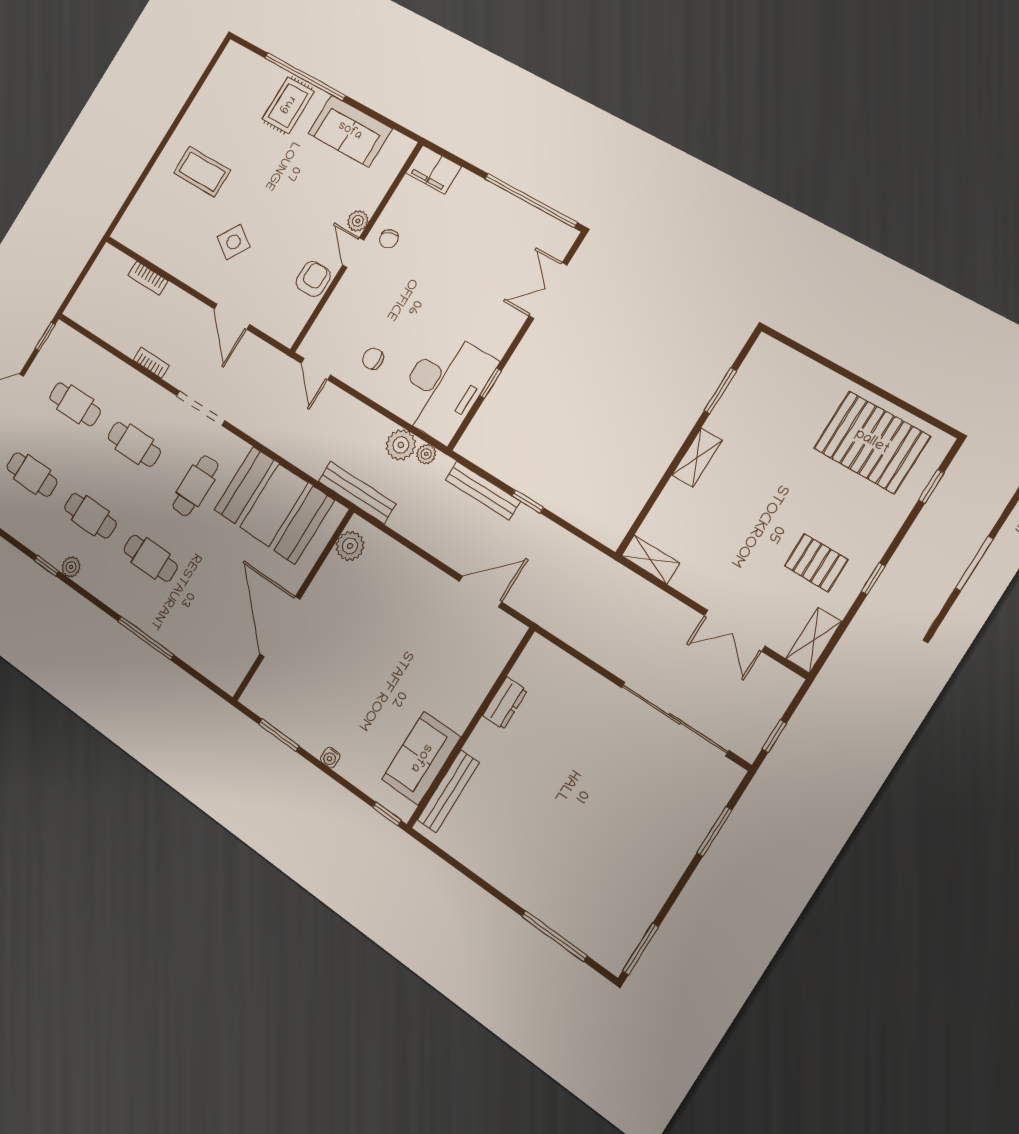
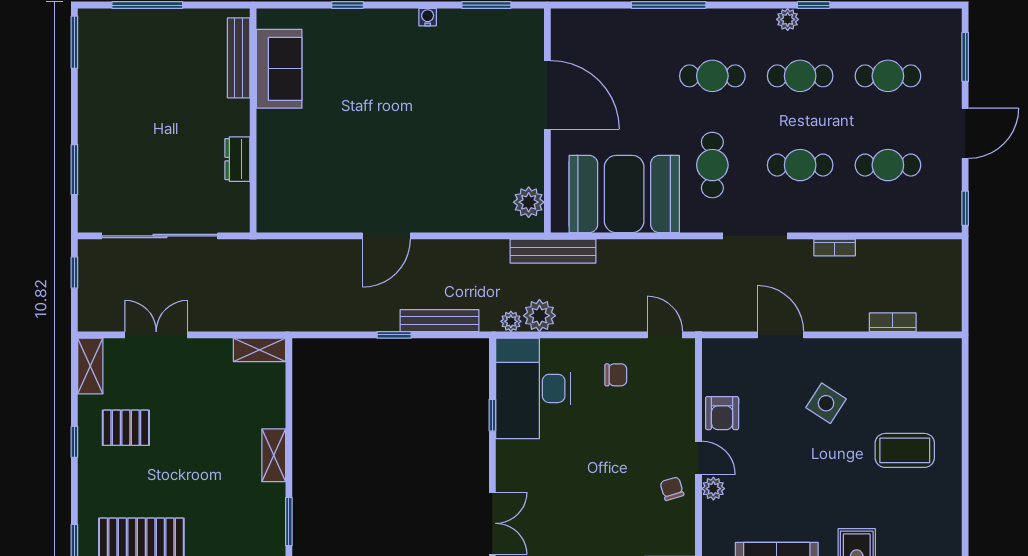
dresser: (505, 703) -> (237, 159), moved
wall: (471, 728) -> (253, 120), moved
sofa: (421, 758) -> (279, 69), moved
bench: (448, 791) -> (239, 58), moved

